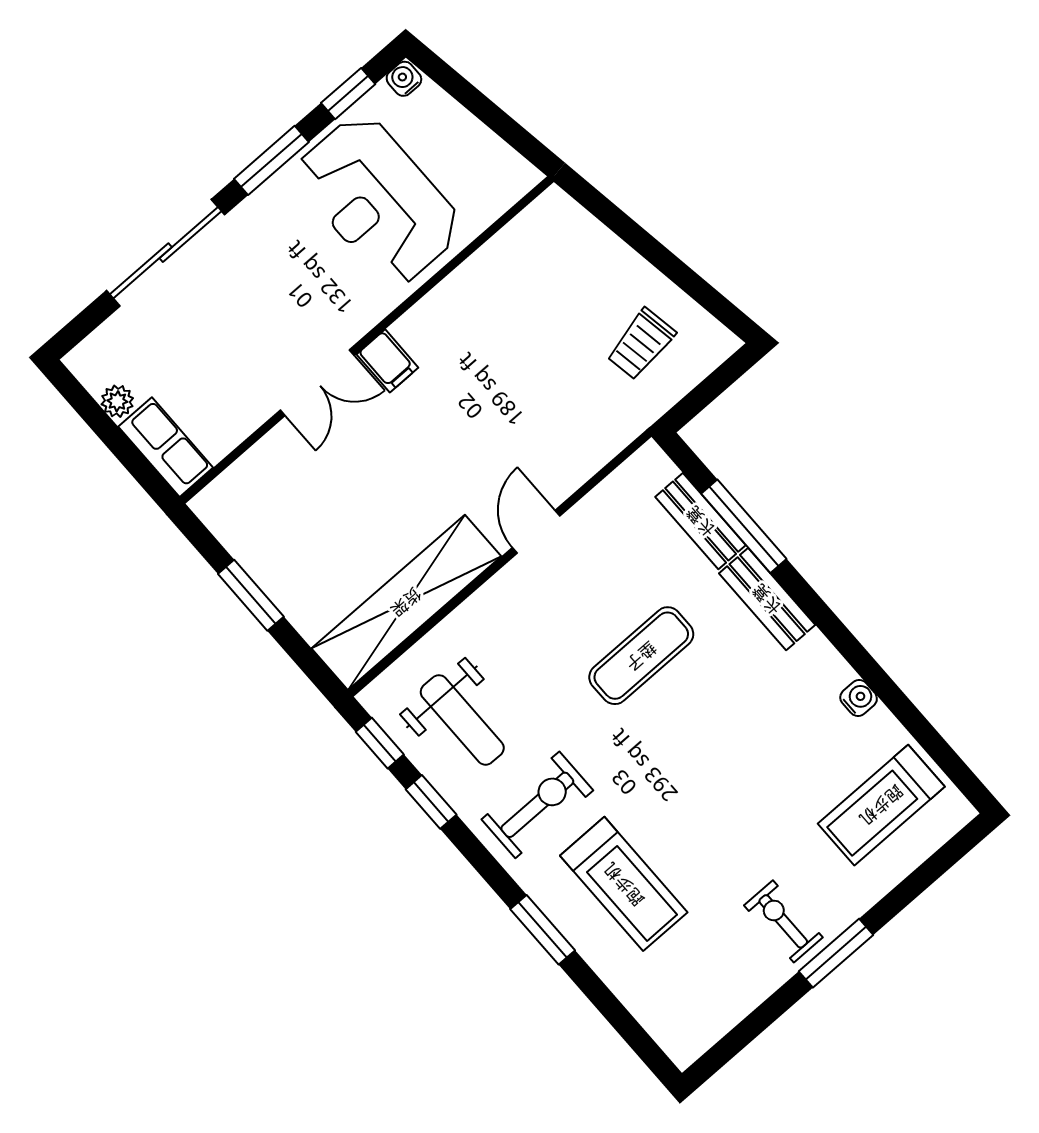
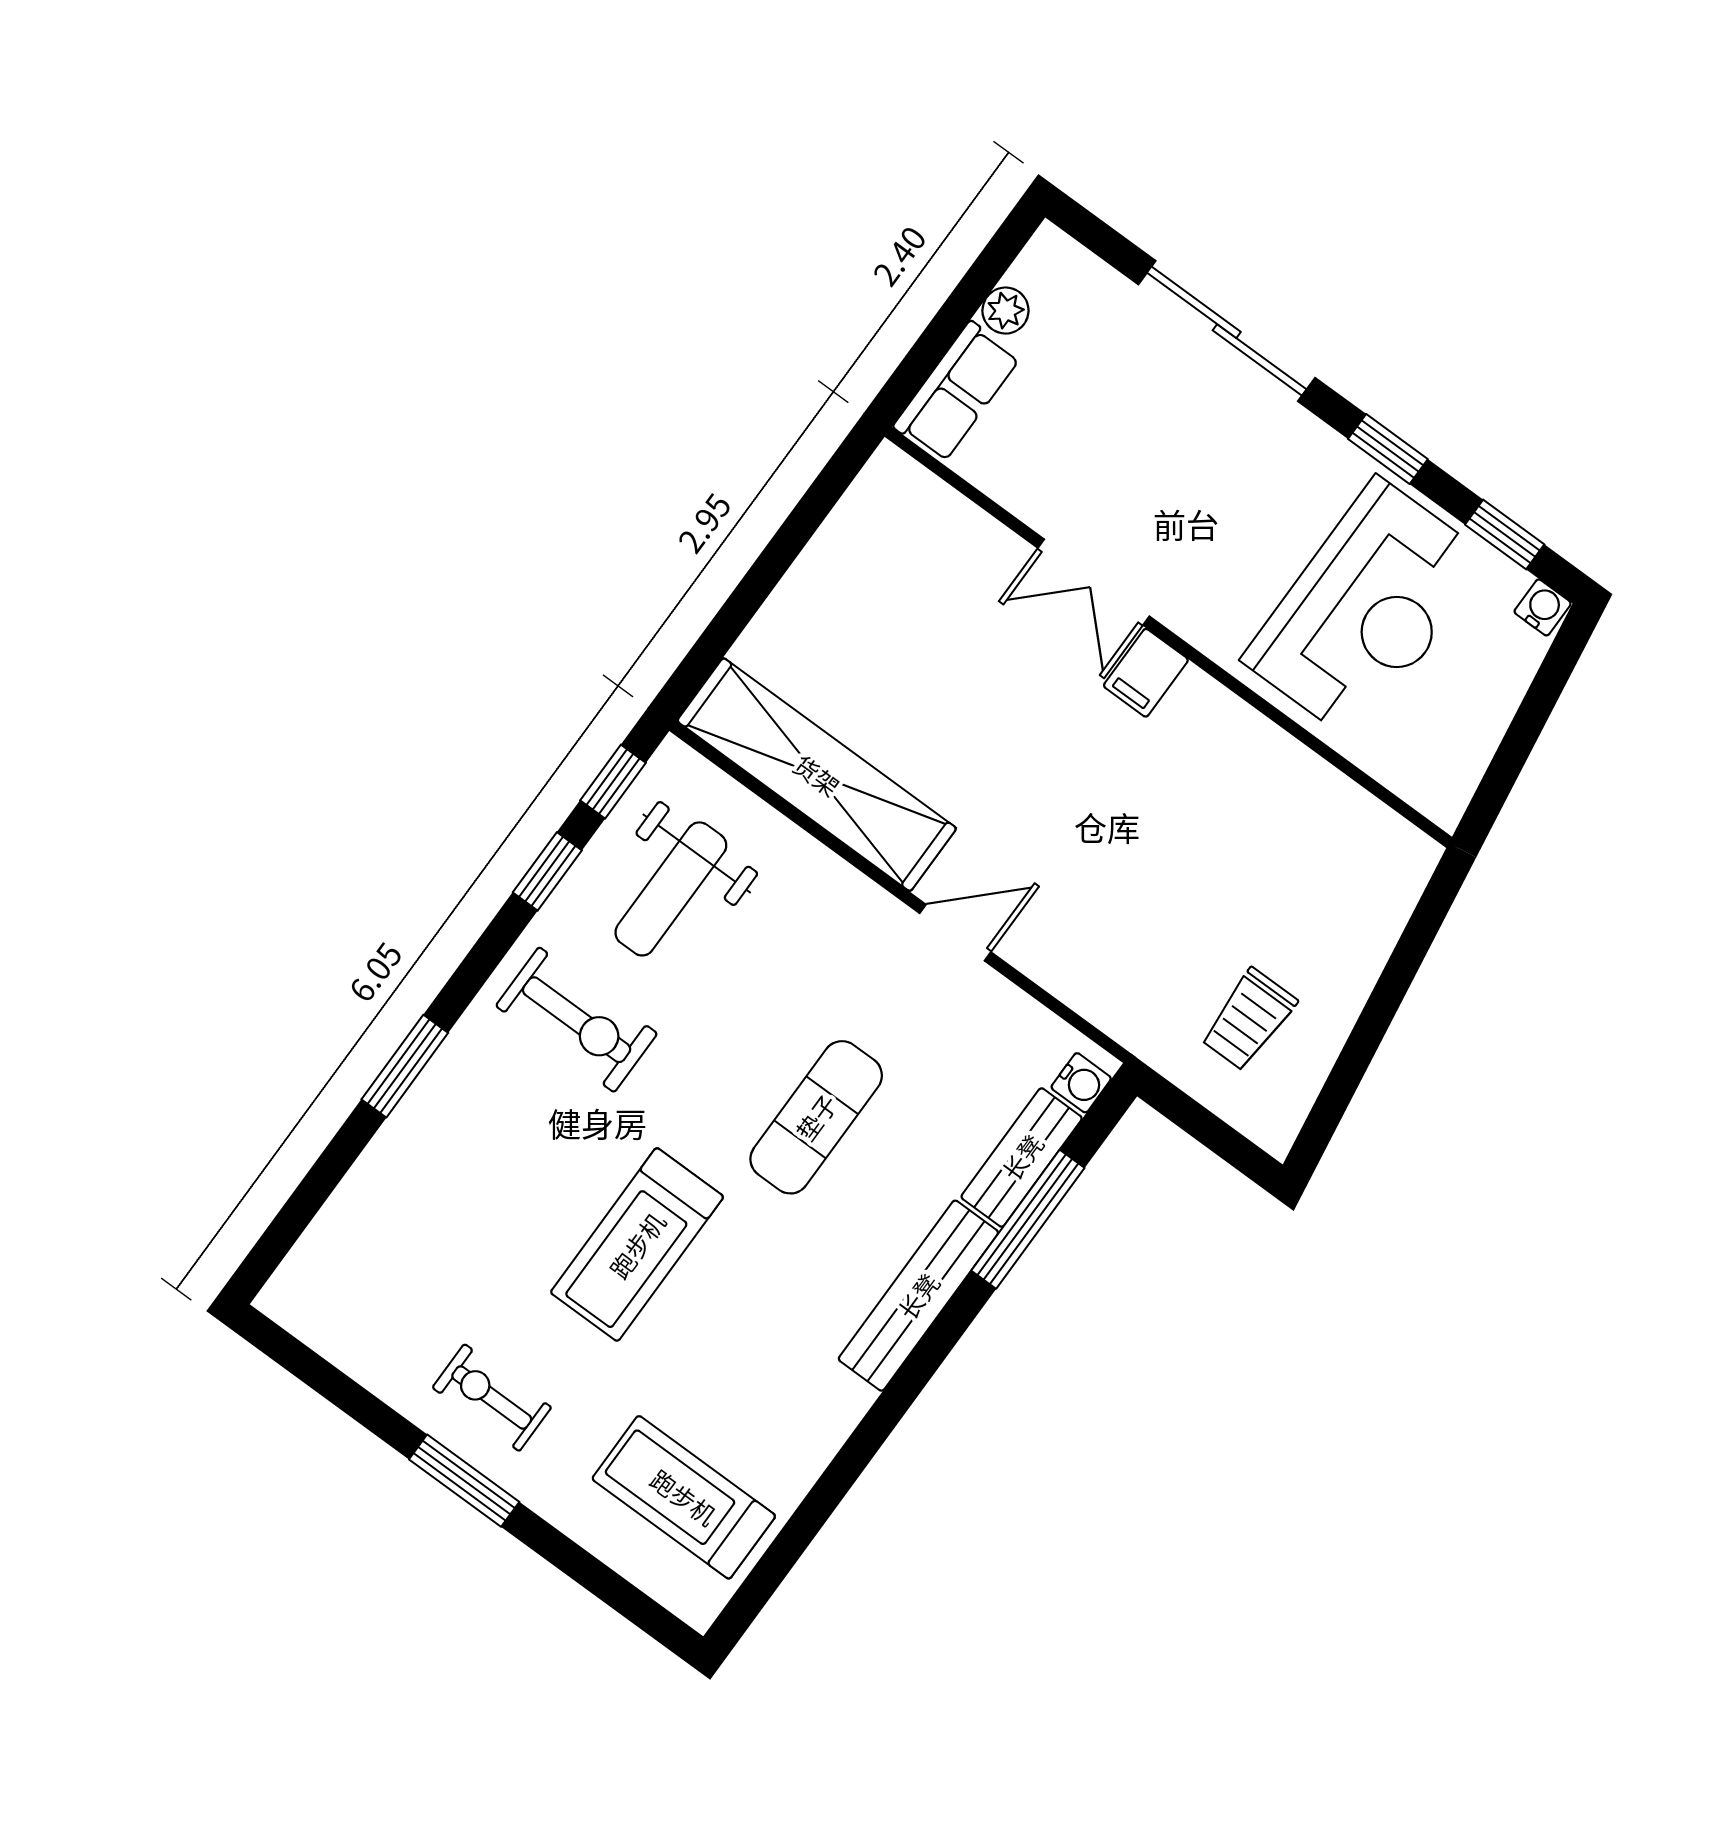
window: (271, 160) -> (1388, 449), width x0.67
reception desk: (378, 200) -> (1366, 610), turned 180
trolley: (641, 344) -> (1249, 1020), turned -80
window: (251, 595) -> (778, 557), removed
bench: (767, 599) -> (918, 1296), width x1.36
exercise mat: (641, 656) -> (816, 1117), turned 90
water cooler: (859, 698) -> (1081, 1083), moved
treadmill: (624, 884) -> (637, 1245), moved
exercise bike: (783, 921) -> (492, 1398), turned -90

